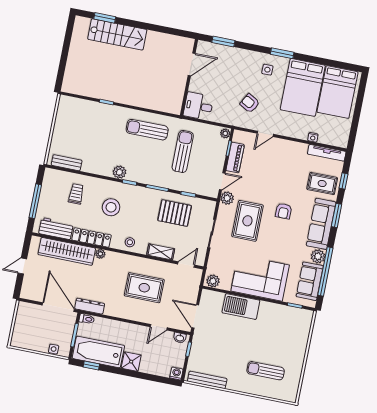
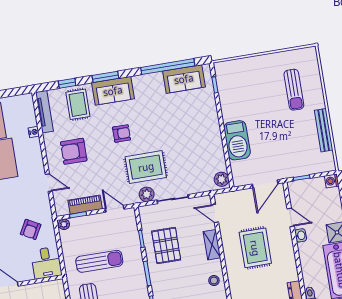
armchair: (250, 103) -> (31, 229), moved
sun lounger: (183, 151) -> (99, 261), turned 180
armchair: (284, 165) -> (74, 151), added
plant: (227, 198) -> (147, 194), moved
sofa: (321, 224) -> (113, 91), width x0.73
plant: (318, 256) -> (155, 80), removed
corner sofa: (260, 278) -> (200, 132), removed
washbasin: (180, 338) -> (301, 235), moved
bench: (207, 380) -> (324, 130), moved

